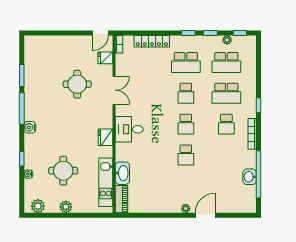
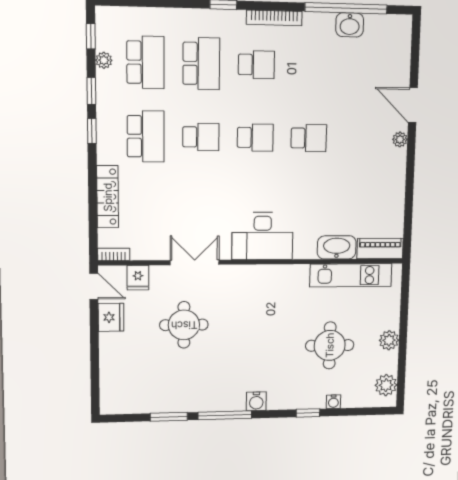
desk: (129, 129) -> (263, 236), width x1.37
fridge: (105, 137) -> (111, 317), moved, turned -90

